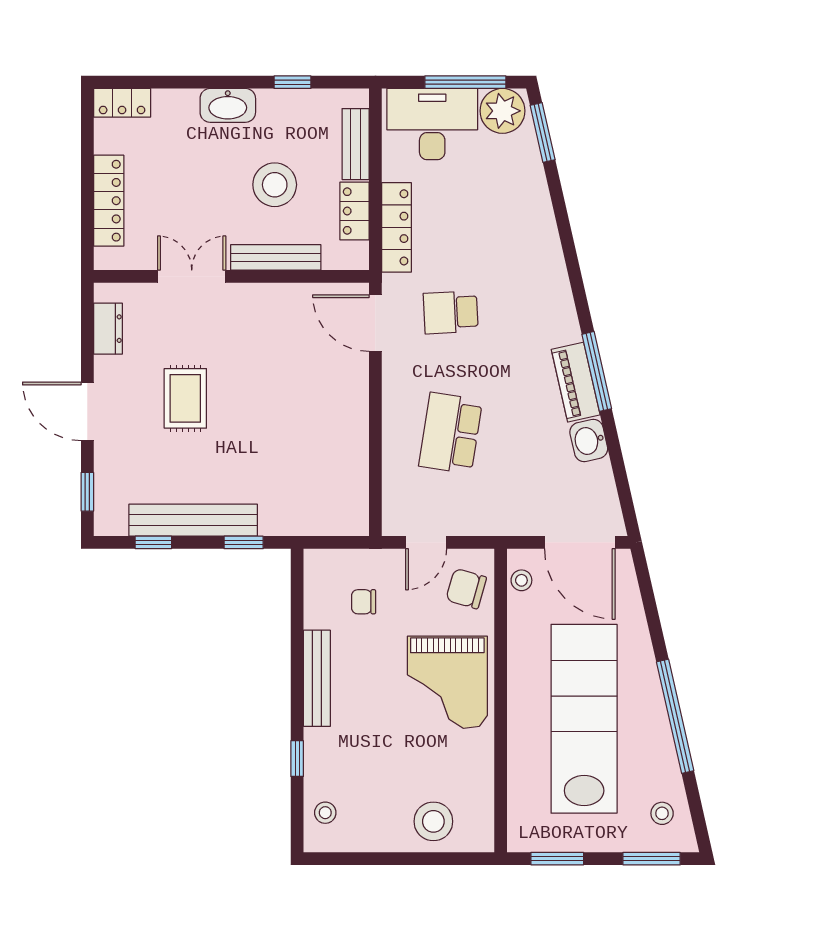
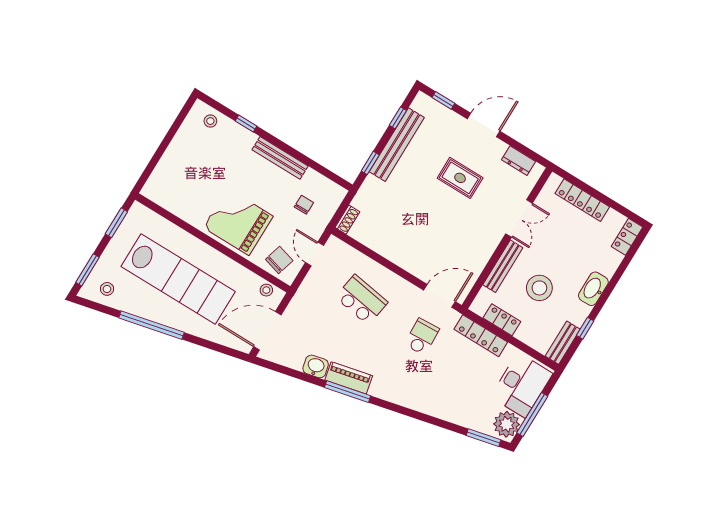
bench: (356, 144) -> (563, 343), moved, turned 90
shoe rack: (347, 525) -> (347, 220), added
stool: (433, 821) -> (173, 172), removed

